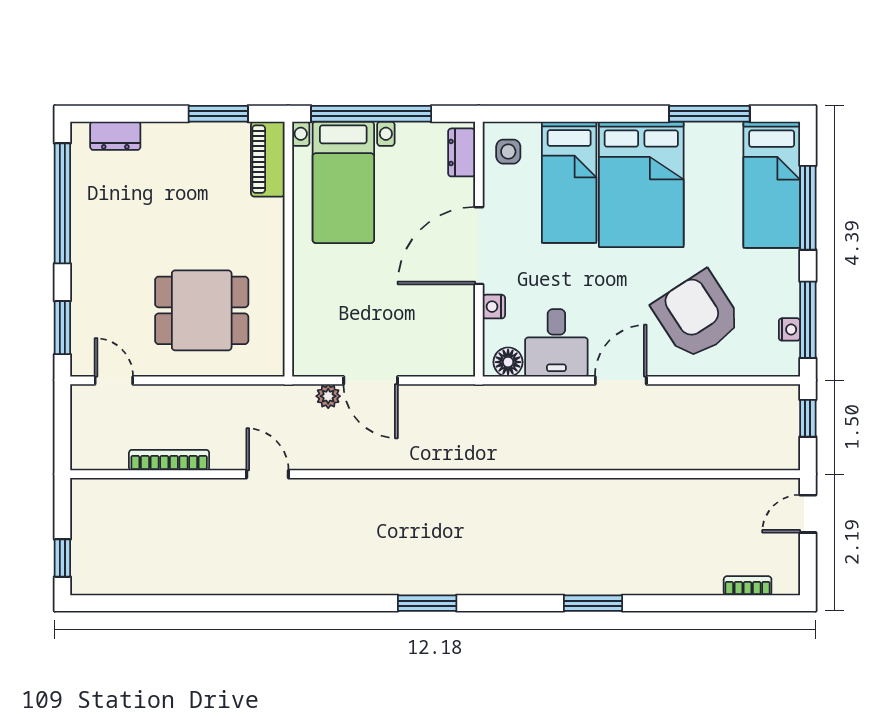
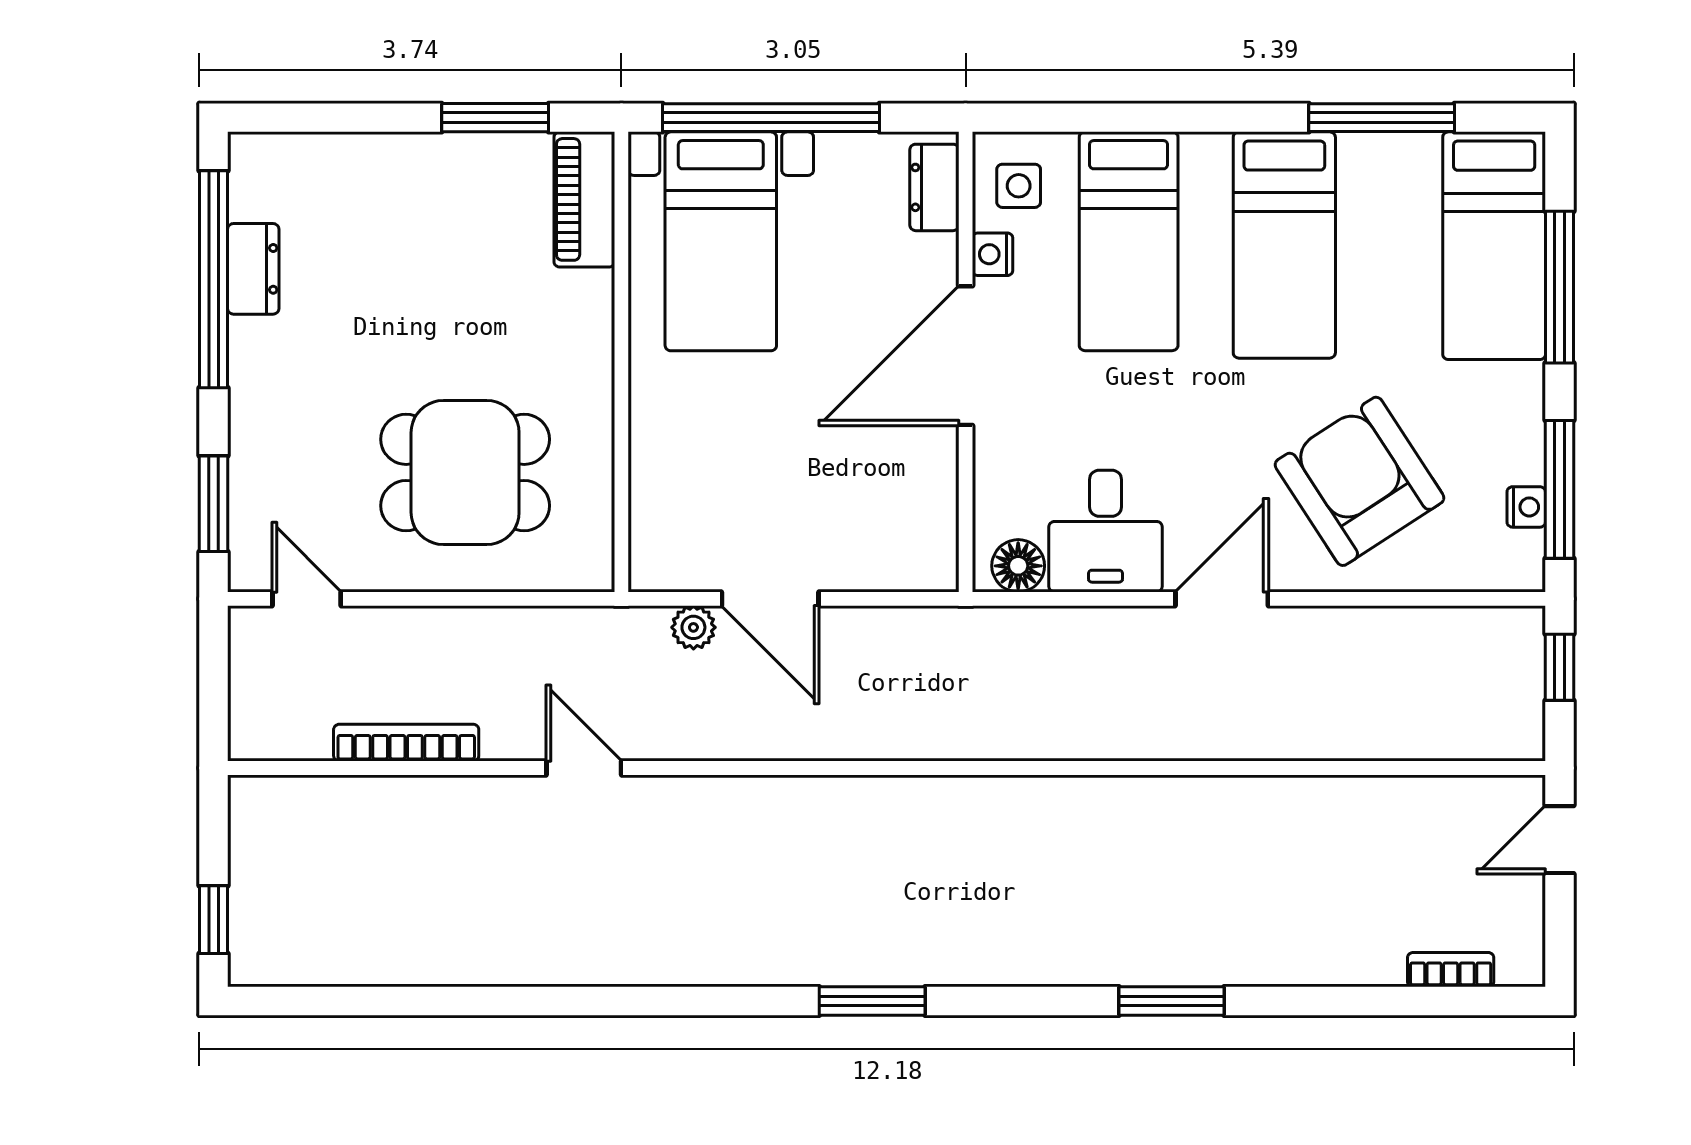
dresser: (115, 136) -> (253, 269), moved, turned -90
bed: (641, 184) -> (1284, 245), width x0.67
nightstand: (494, 307) -> (993, 254), moved

